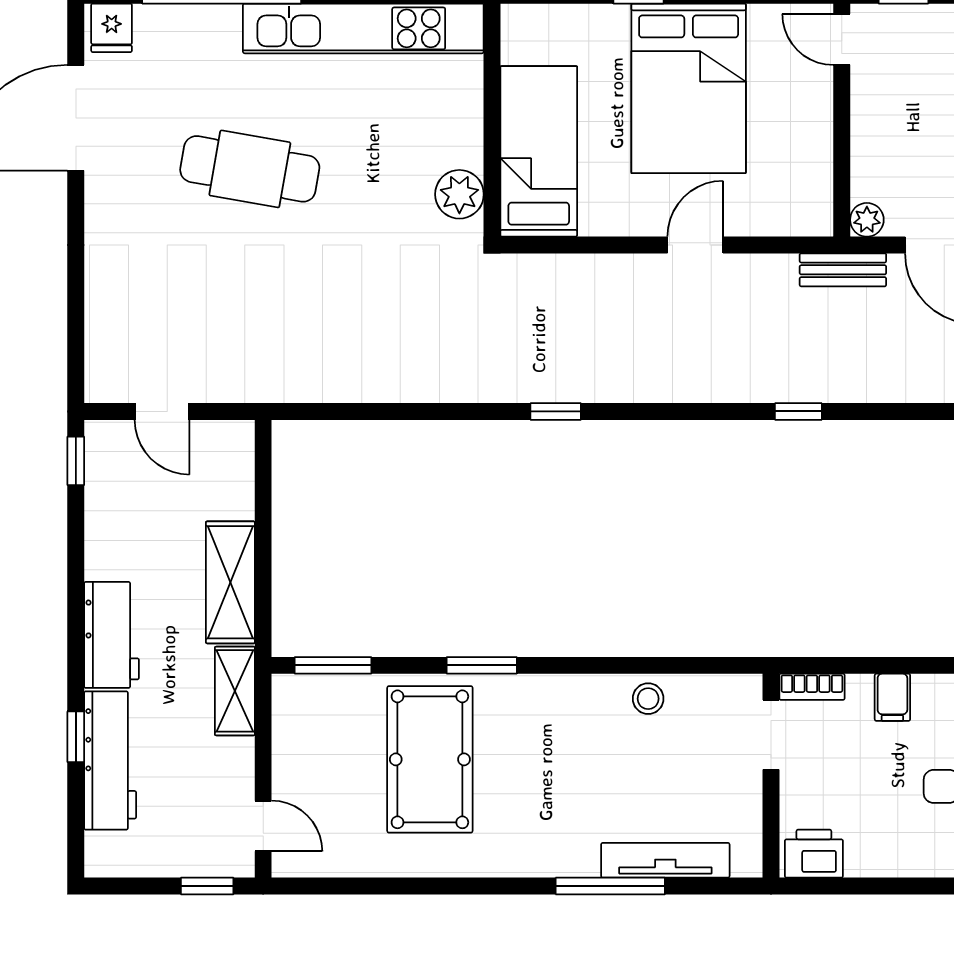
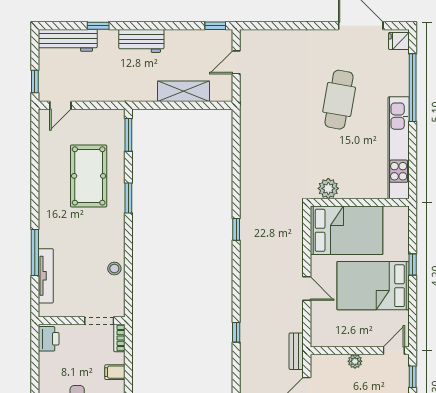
bed: (539, 151) -> (346, 230), width x1.50
plant: (867, 220) -> (355, 361), moved
shelving: (230, 582) -> (184, 91), moved
shelving: (235, 691) -> (118, 93), removed
pool table: (430, 759) -> (89, 176), turned 90
workbench: (110, 760) -> (68, 40), moved

